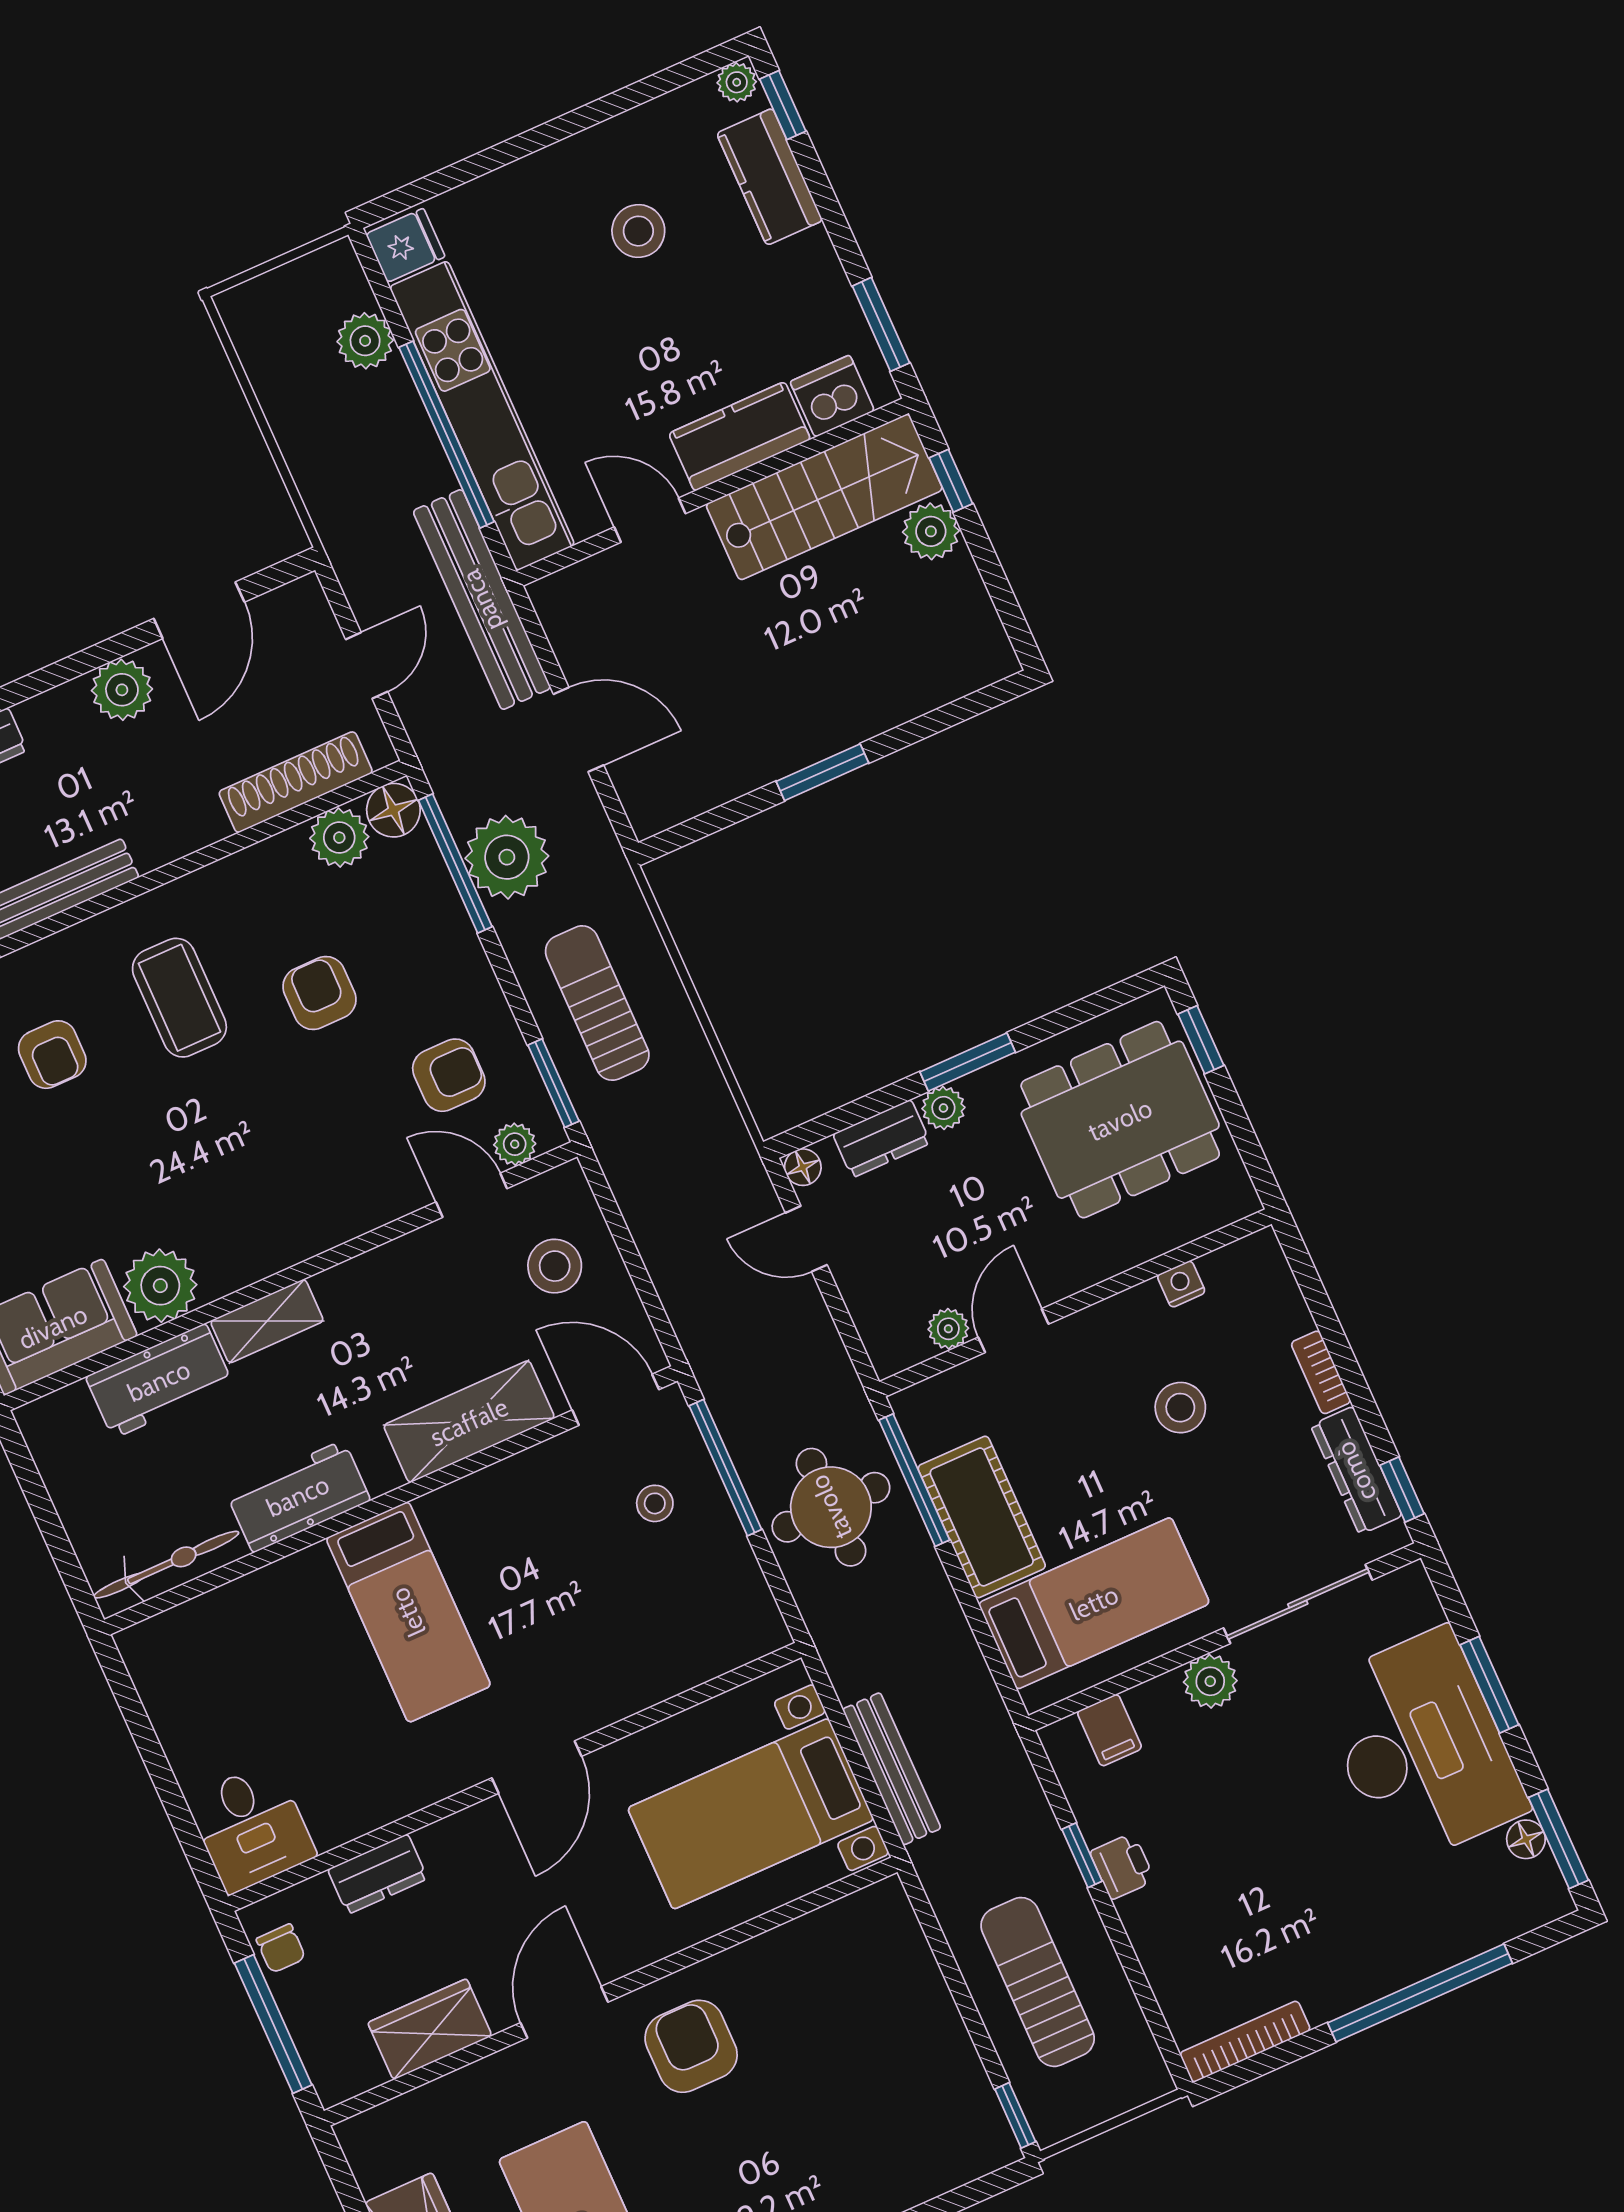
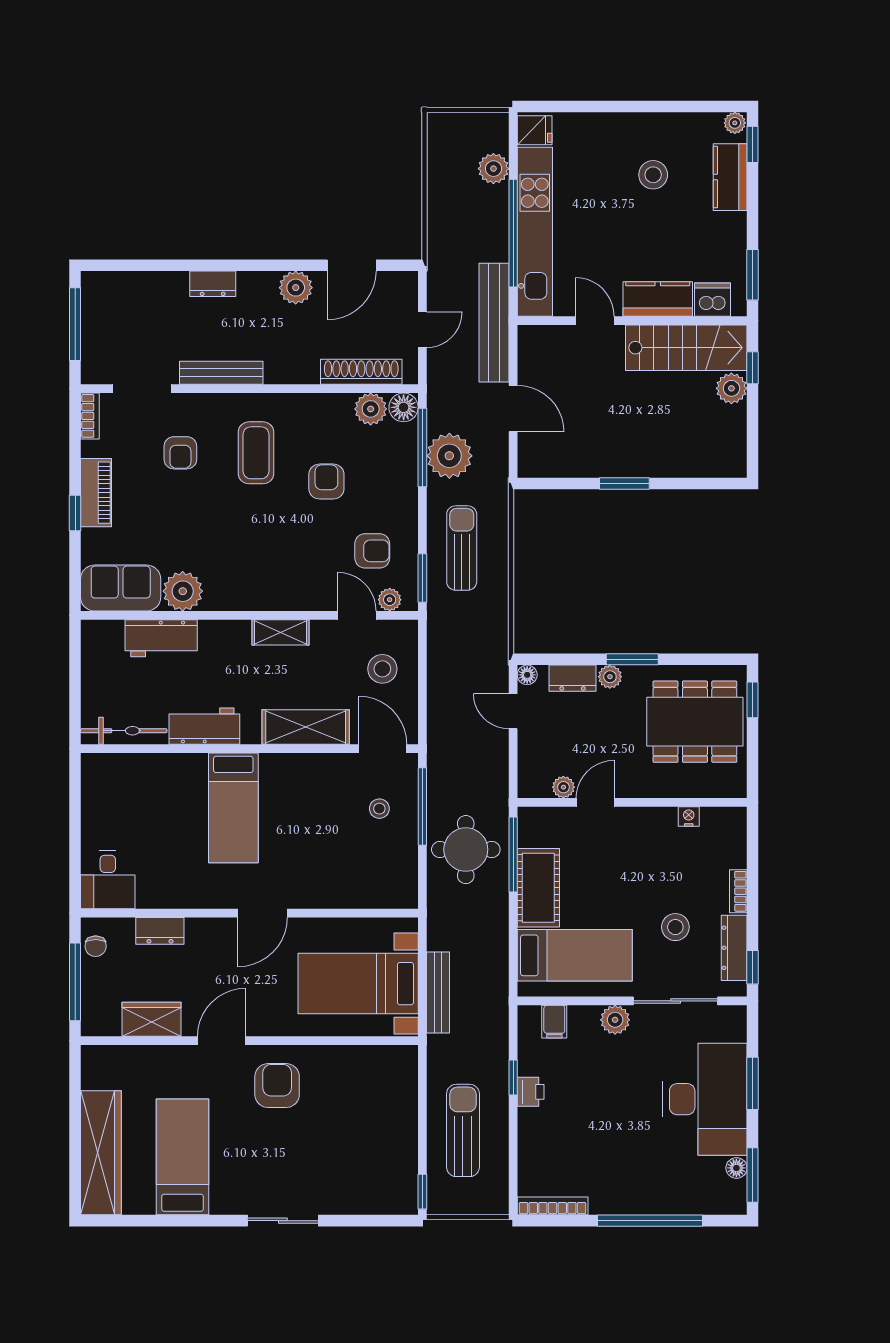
shelving: (267, 1321) -> (281, 632), moved
stool: (1180, 1408) -> (675, 927), moved

